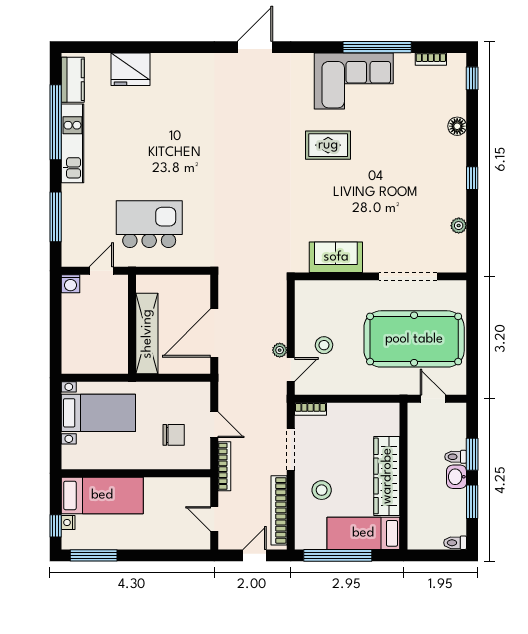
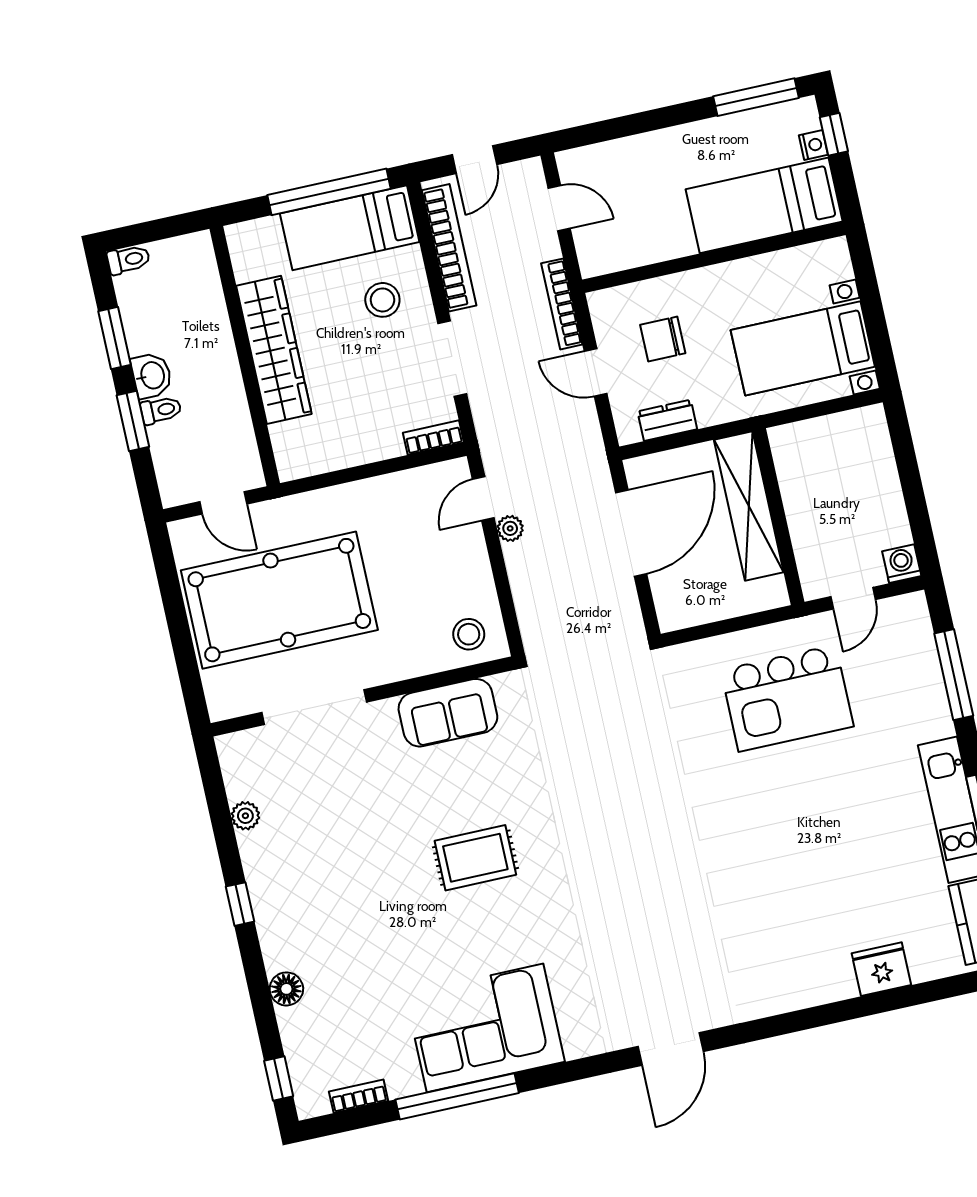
fridge: (131, 69) -> (881, 969), width x0.73, depth x0.75
rug: (328, 145) -> (475, 858), moved
stool: (324, 345) -> (469, 634), moved
dresser: (181, 390) -> (667, 420), added
bed: (363, 533) -> (350, 228), moved, turned 180

